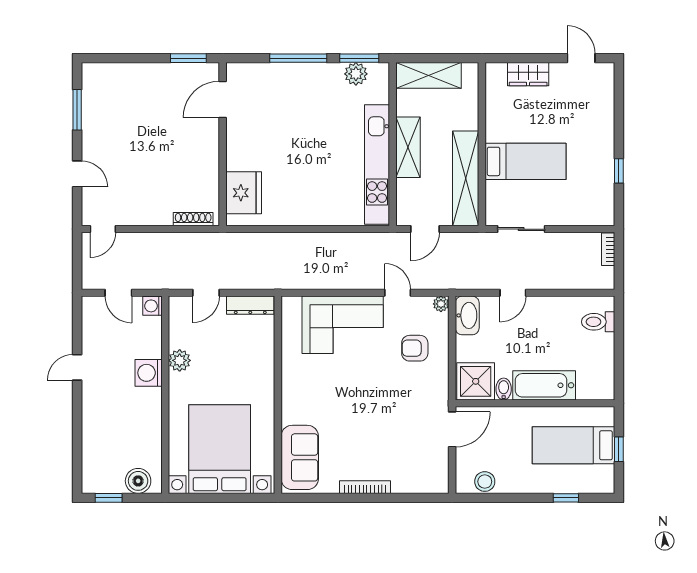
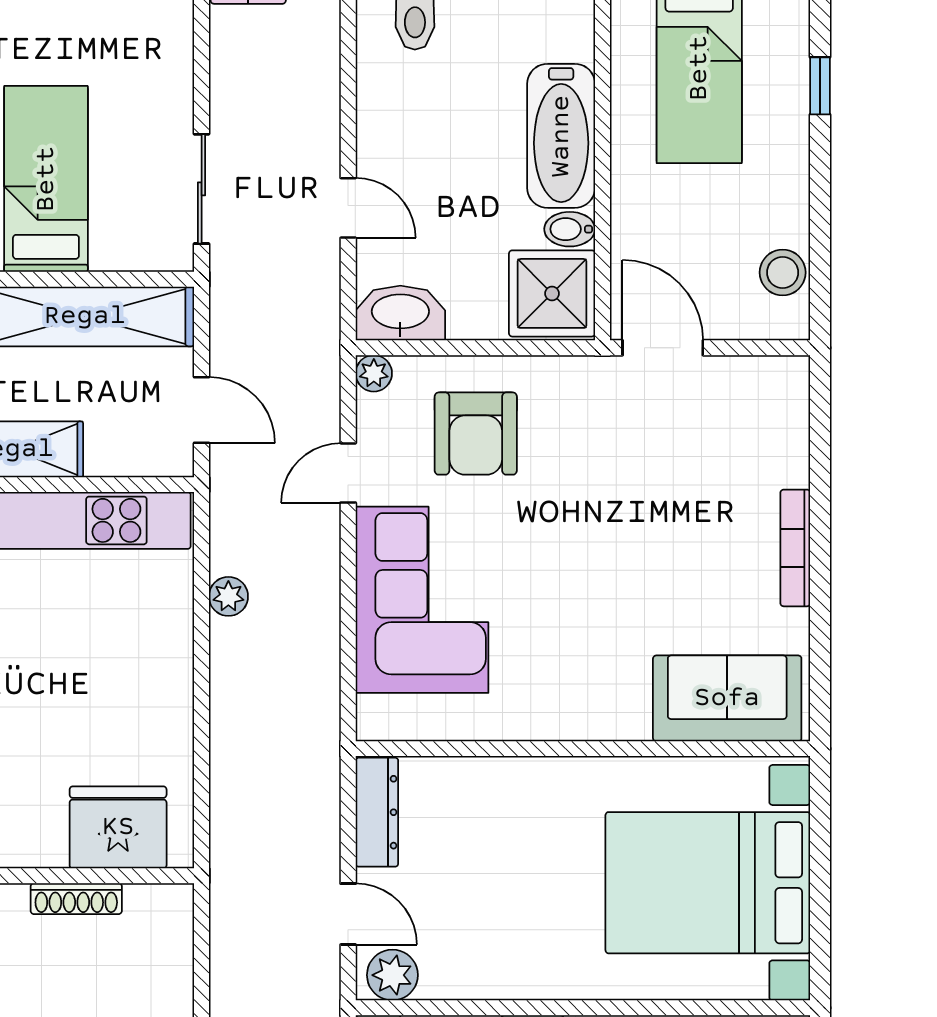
shoe rack: (193, 219) -> (76, 899), moved, turned -90
plant: (344, 241) -> (228, 596), added
armchair: (415, 348) -> (476, 434), width x1.38, depth x1.38
plant: (180, 360) -> (392, 975), moved

